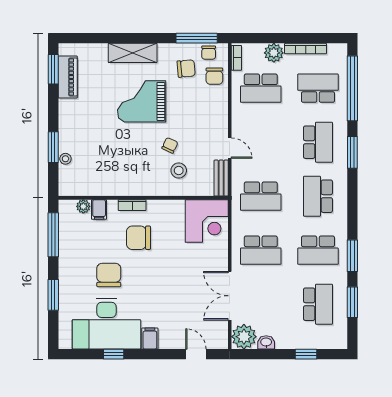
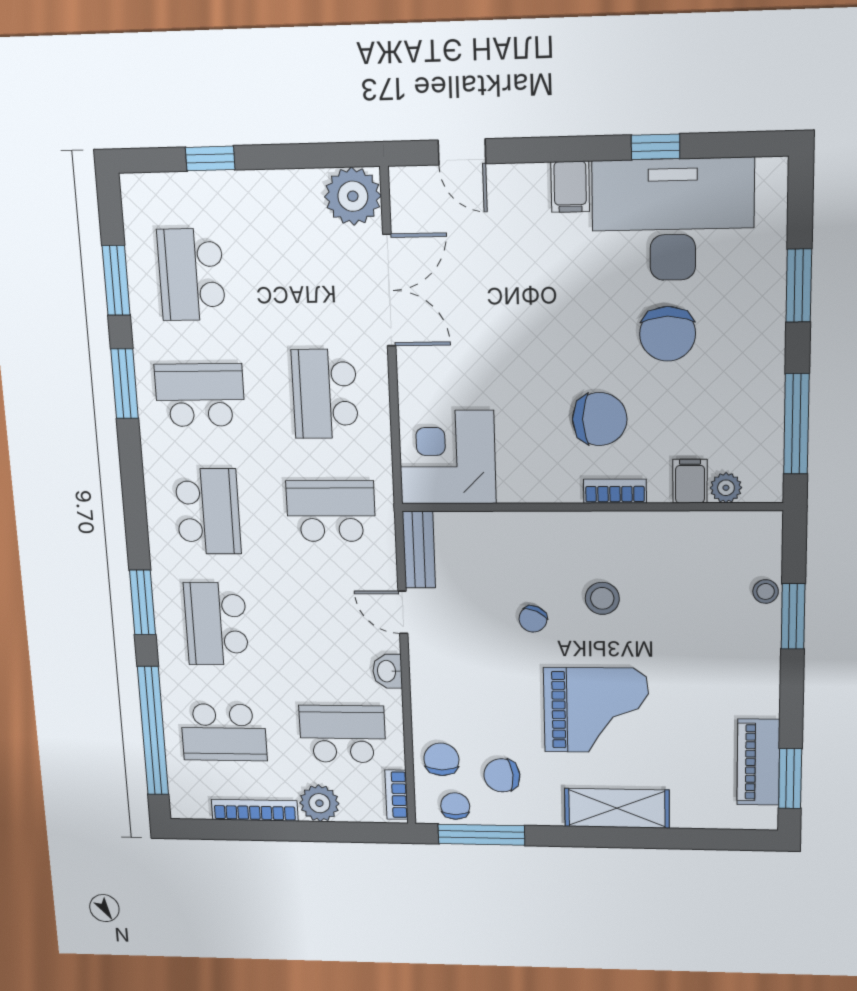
stool: (179, 170) -> (602, 598), moved
school desk: (261, 250) -> (325, 394), turned -90
washbasin: (266, 342) -> (387, 671), moved, turned 90

